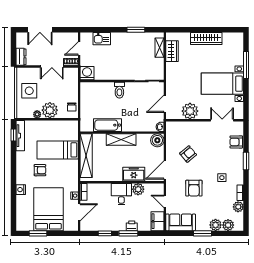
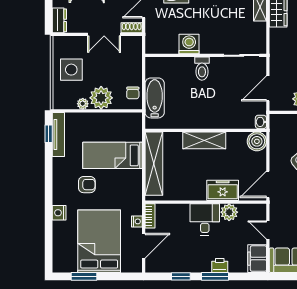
washing machine: (87, 73) -> (189, 44), moved
bathtub: (108, 125) -> (155, 98), moved, turned 90

